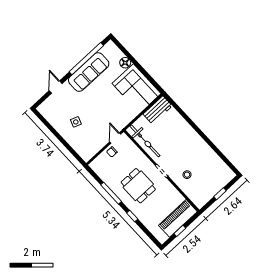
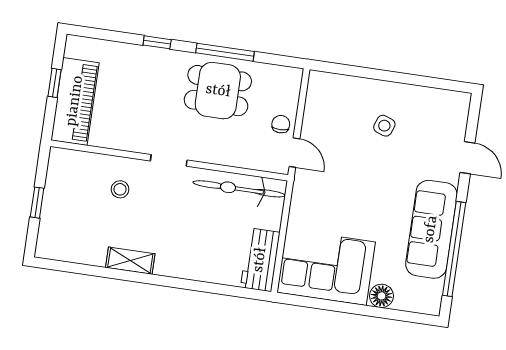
shelving: (204, 147) -> (130, 261), added
dining table: (138, 186) -> (218, 91), moved

